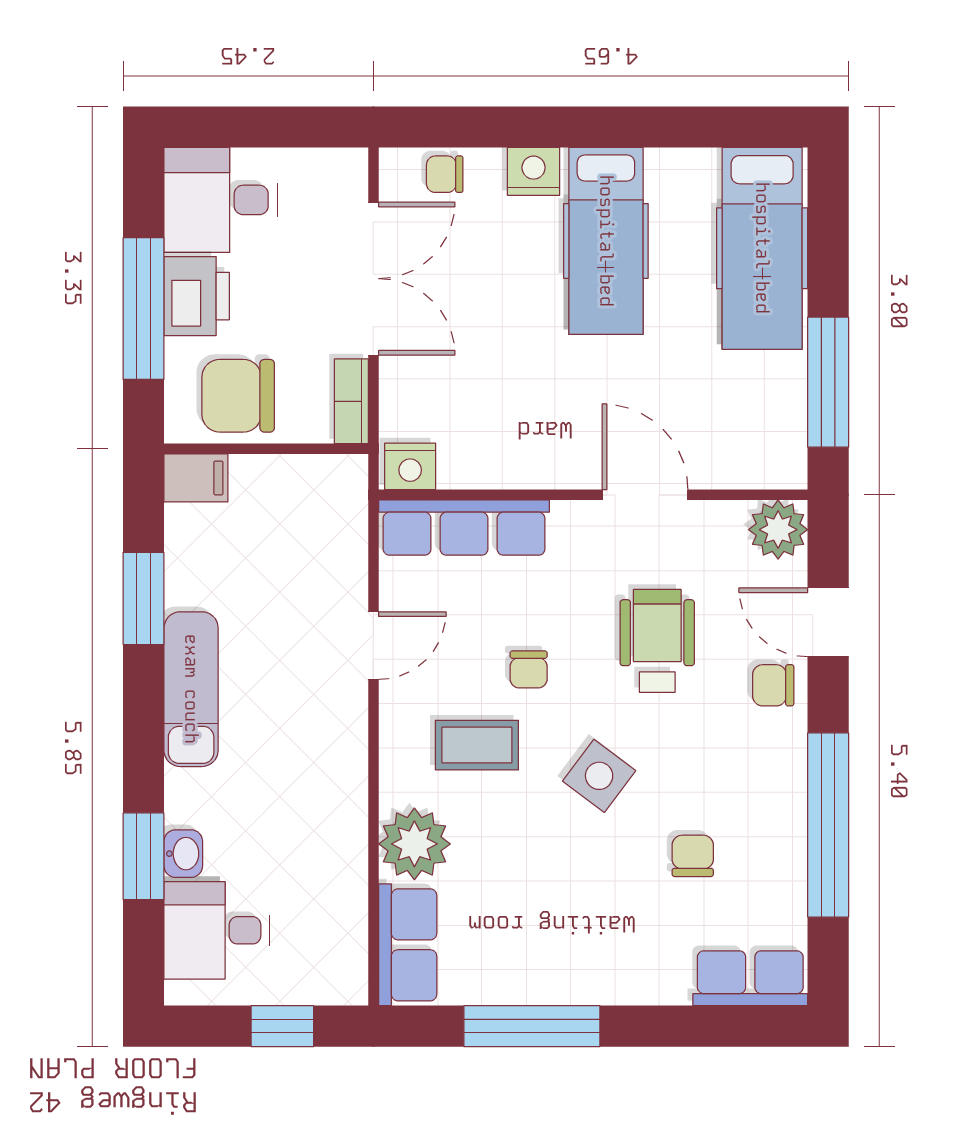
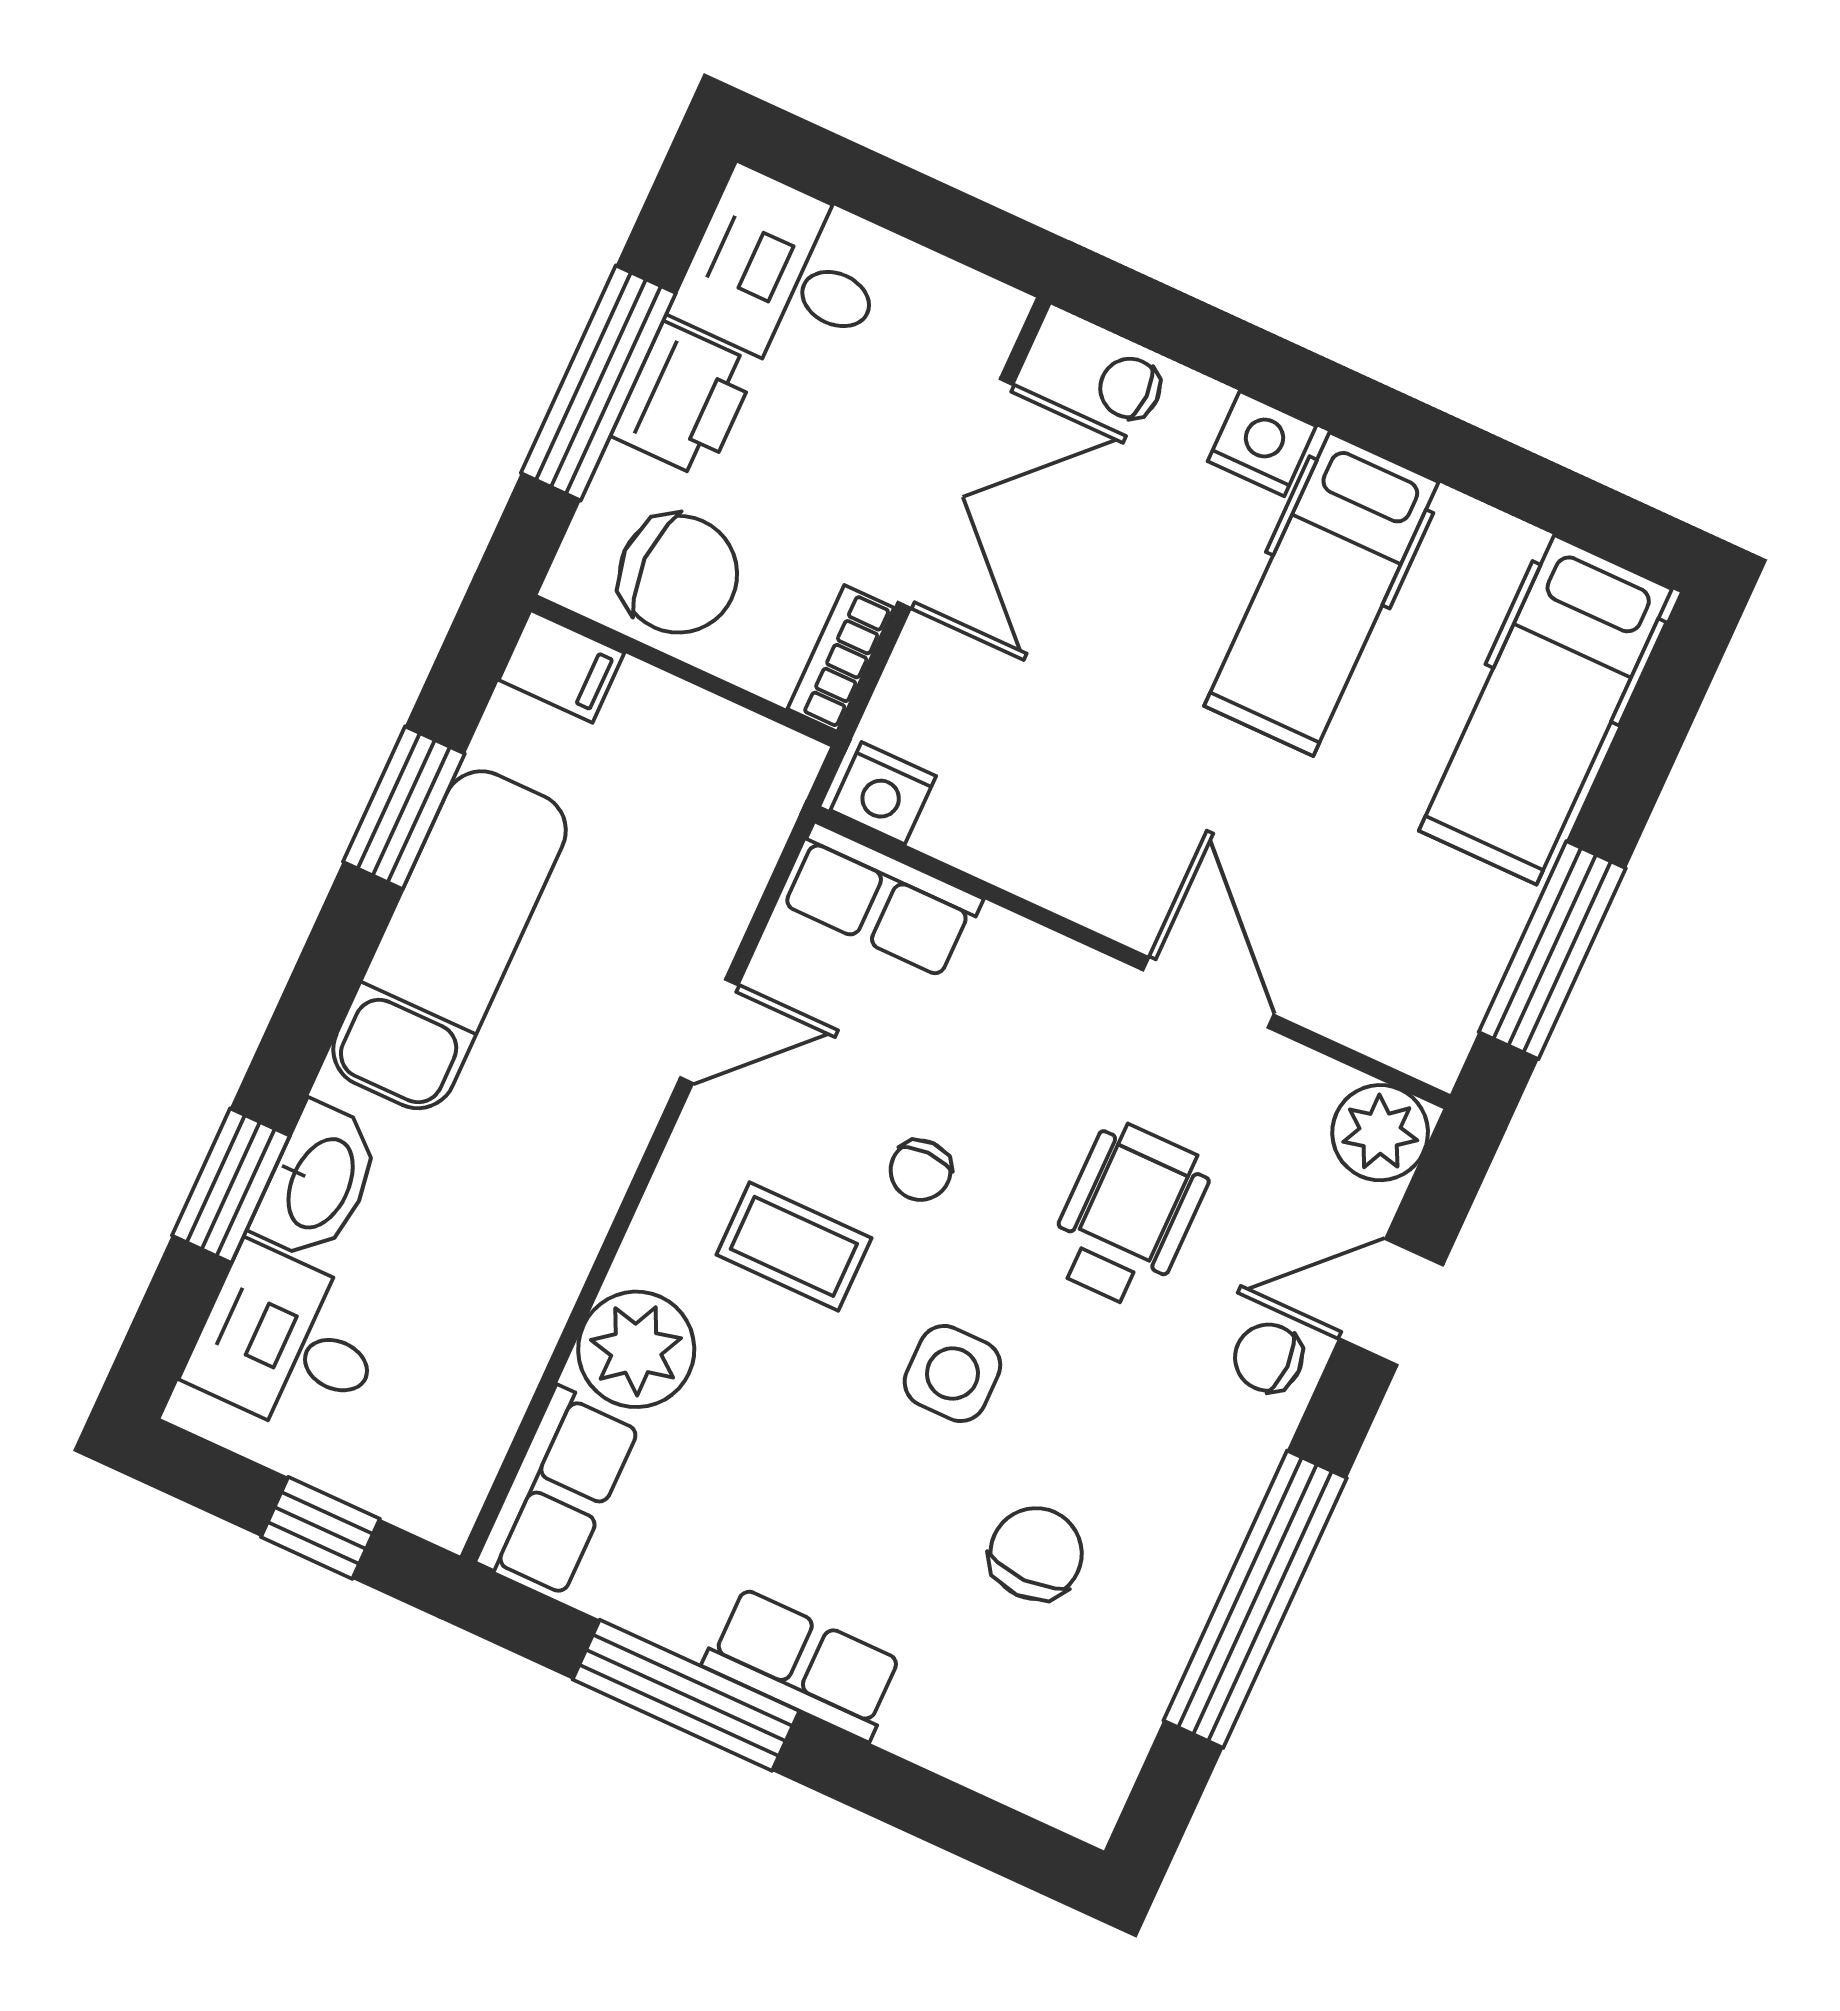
chair: (238, 396) -> (678, 574), turned 180
row of seats: (464, 528) -> (881, 900), width x0.68
door: (828, 622) -> (1391, 1302), hinge flipped
exam couch: (191, 689) -> (450, 940), width x1.36, depth x1.45
side table: (599, 776) -> (952, 1374), turned -37
washbasin: (183, 854) -> (318, 1182), width x1.91, depth x1.45
chair: (693, 856) -> (1036, 1554), width x1.37, depth x1.37
row of seats: (750, 978) -> (803, 1664), moved

